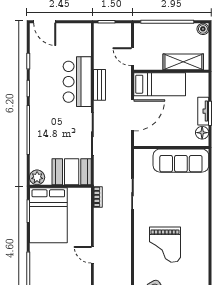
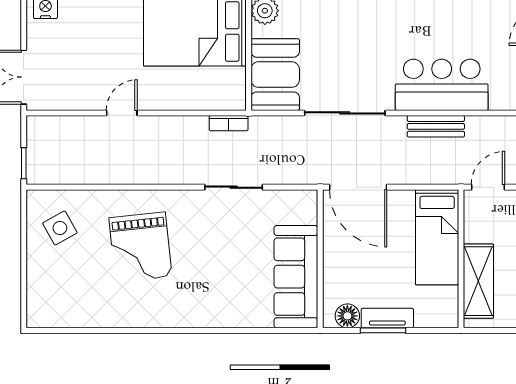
door: (132, 115) -> (358, 187), moved
grand piano: (165, 245) -> (140, 247), turned -96

